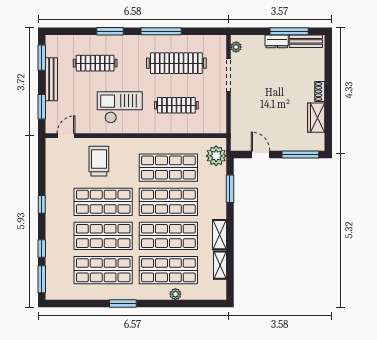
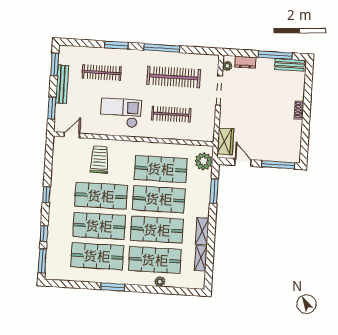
dresser: (277, 41) -> (245, 62), moved
wardrobe: (316, 118) -> (225, 142), moved, turned 180

